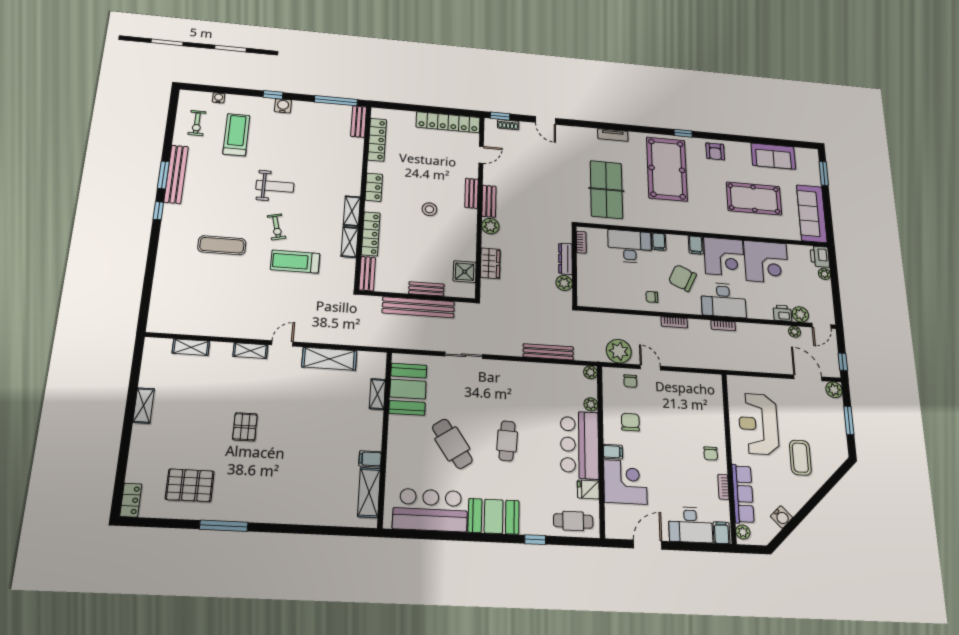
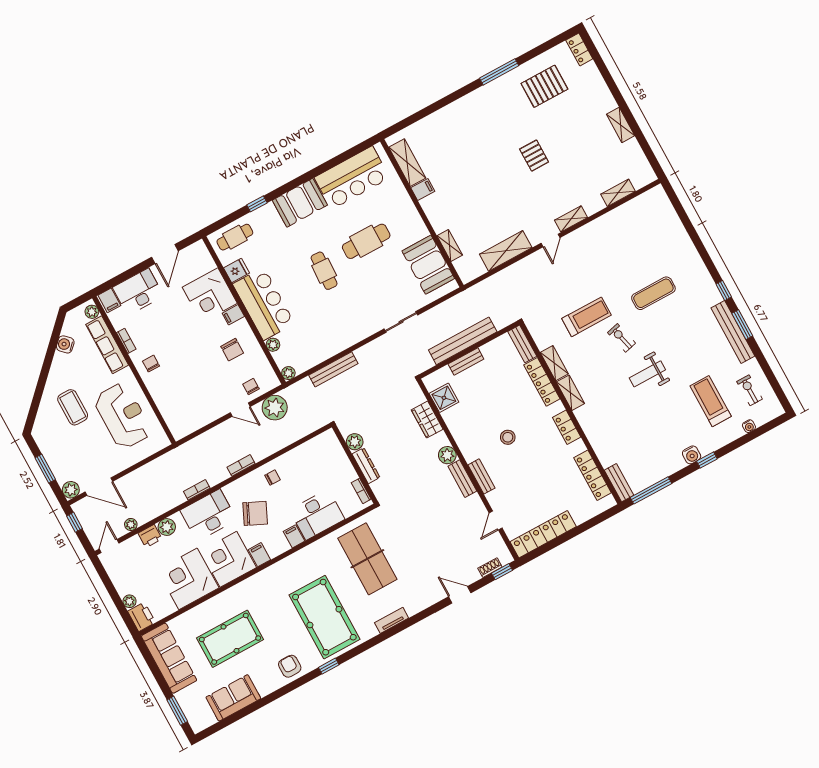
treadmill: (236, 135) -> (711, 401), turned 180
plant: (800, 314) -> (167, 527), moved
cafe table: (452, 444) -> (366, 241), turned -56

